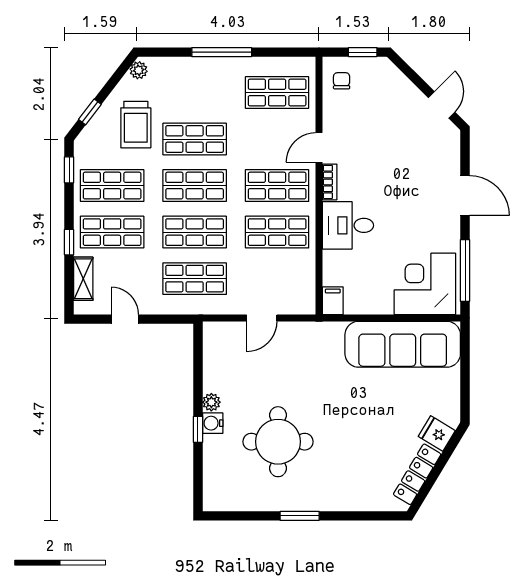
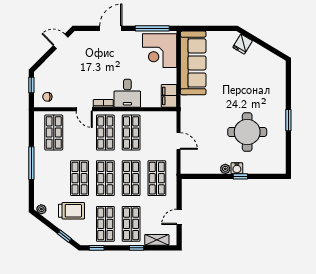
filing cabinet: (333, 301) -> (169, 96), width x2.00
locker: (417, 474) -> (265, 55), removed

